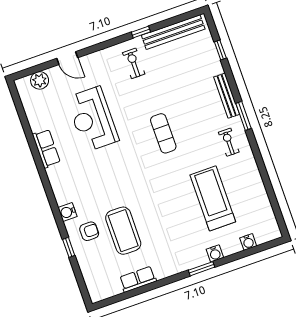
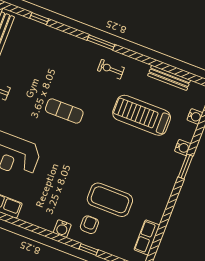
bench: (227, 96) -> (169, 78), moved
row of seats: (138, 279) -> (147, 237), moved

